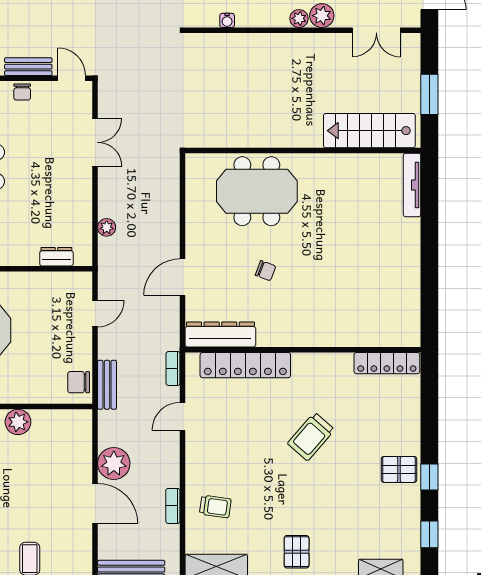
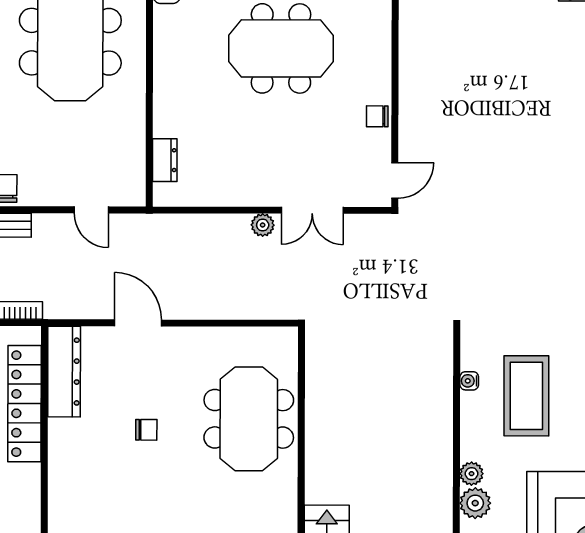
bench: (28, 67) -> (410, 124), removed
plant: (107, 227) -> (263, 225), moved
chair: (265, 271) -> (146, 430), turned -111

